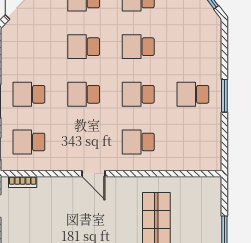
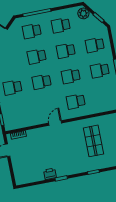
school desk: (29, 142) -> (95, 45), moved
door: (93, 174) -> (55, 123), swing flipped

